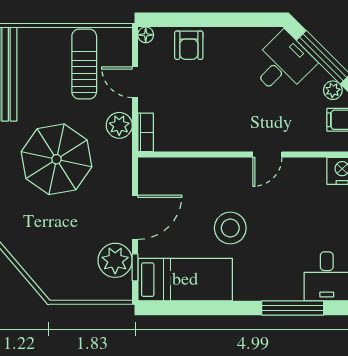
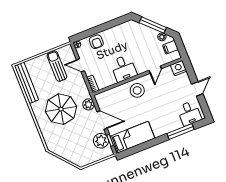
desk: (283, 64) -> (124, 68), moved, turned 135
plant: (119, 125) -> (88, 104), moved
door: (267, 154) -> (155, 70), moved
door: (135, 217) -> (102, 120), hinge flipped
stool: (230, 228) -> (137, 90), moved

